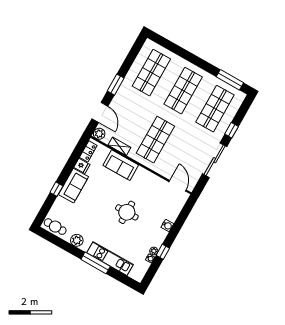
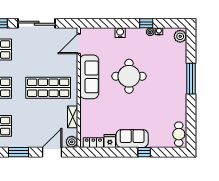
sofa: (121, 165) -> (89, 77), moved, width x1.36
round table: (127, 212) -> (129, 76), width x1.36, depth x1.36
plant: (77, 240) -> (180, 36), moved
kitchen unit: (110, 259) -> (180, 68), removed

